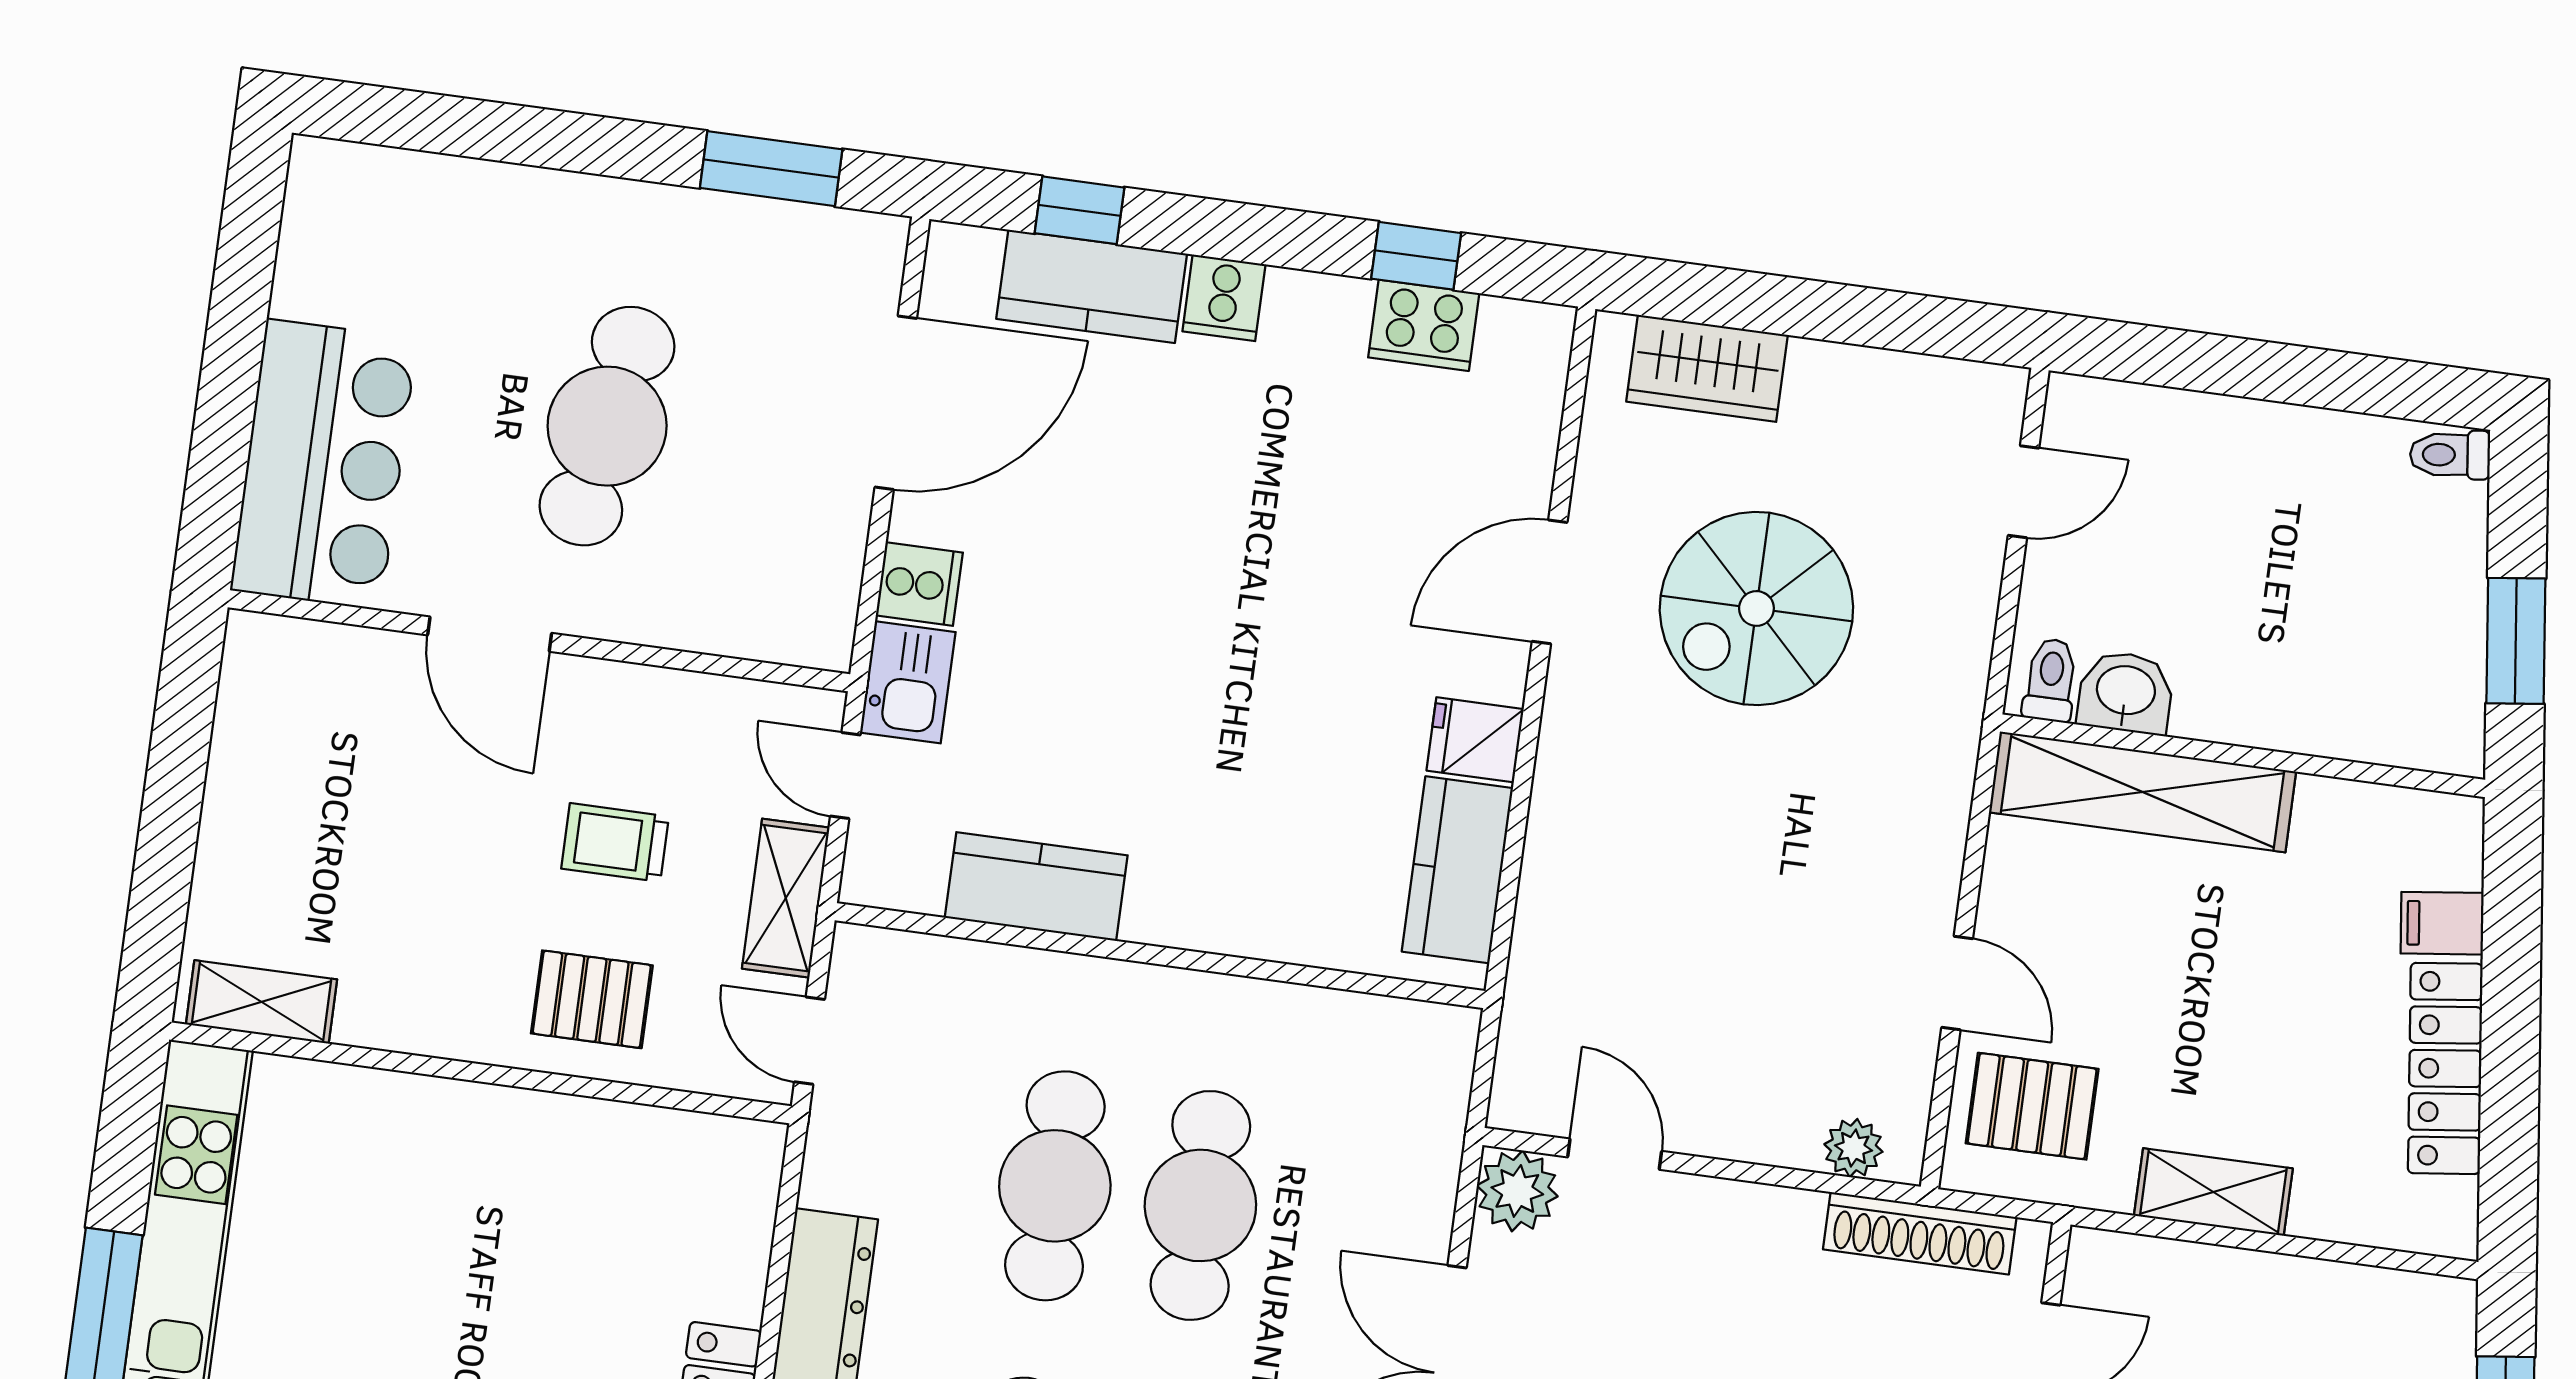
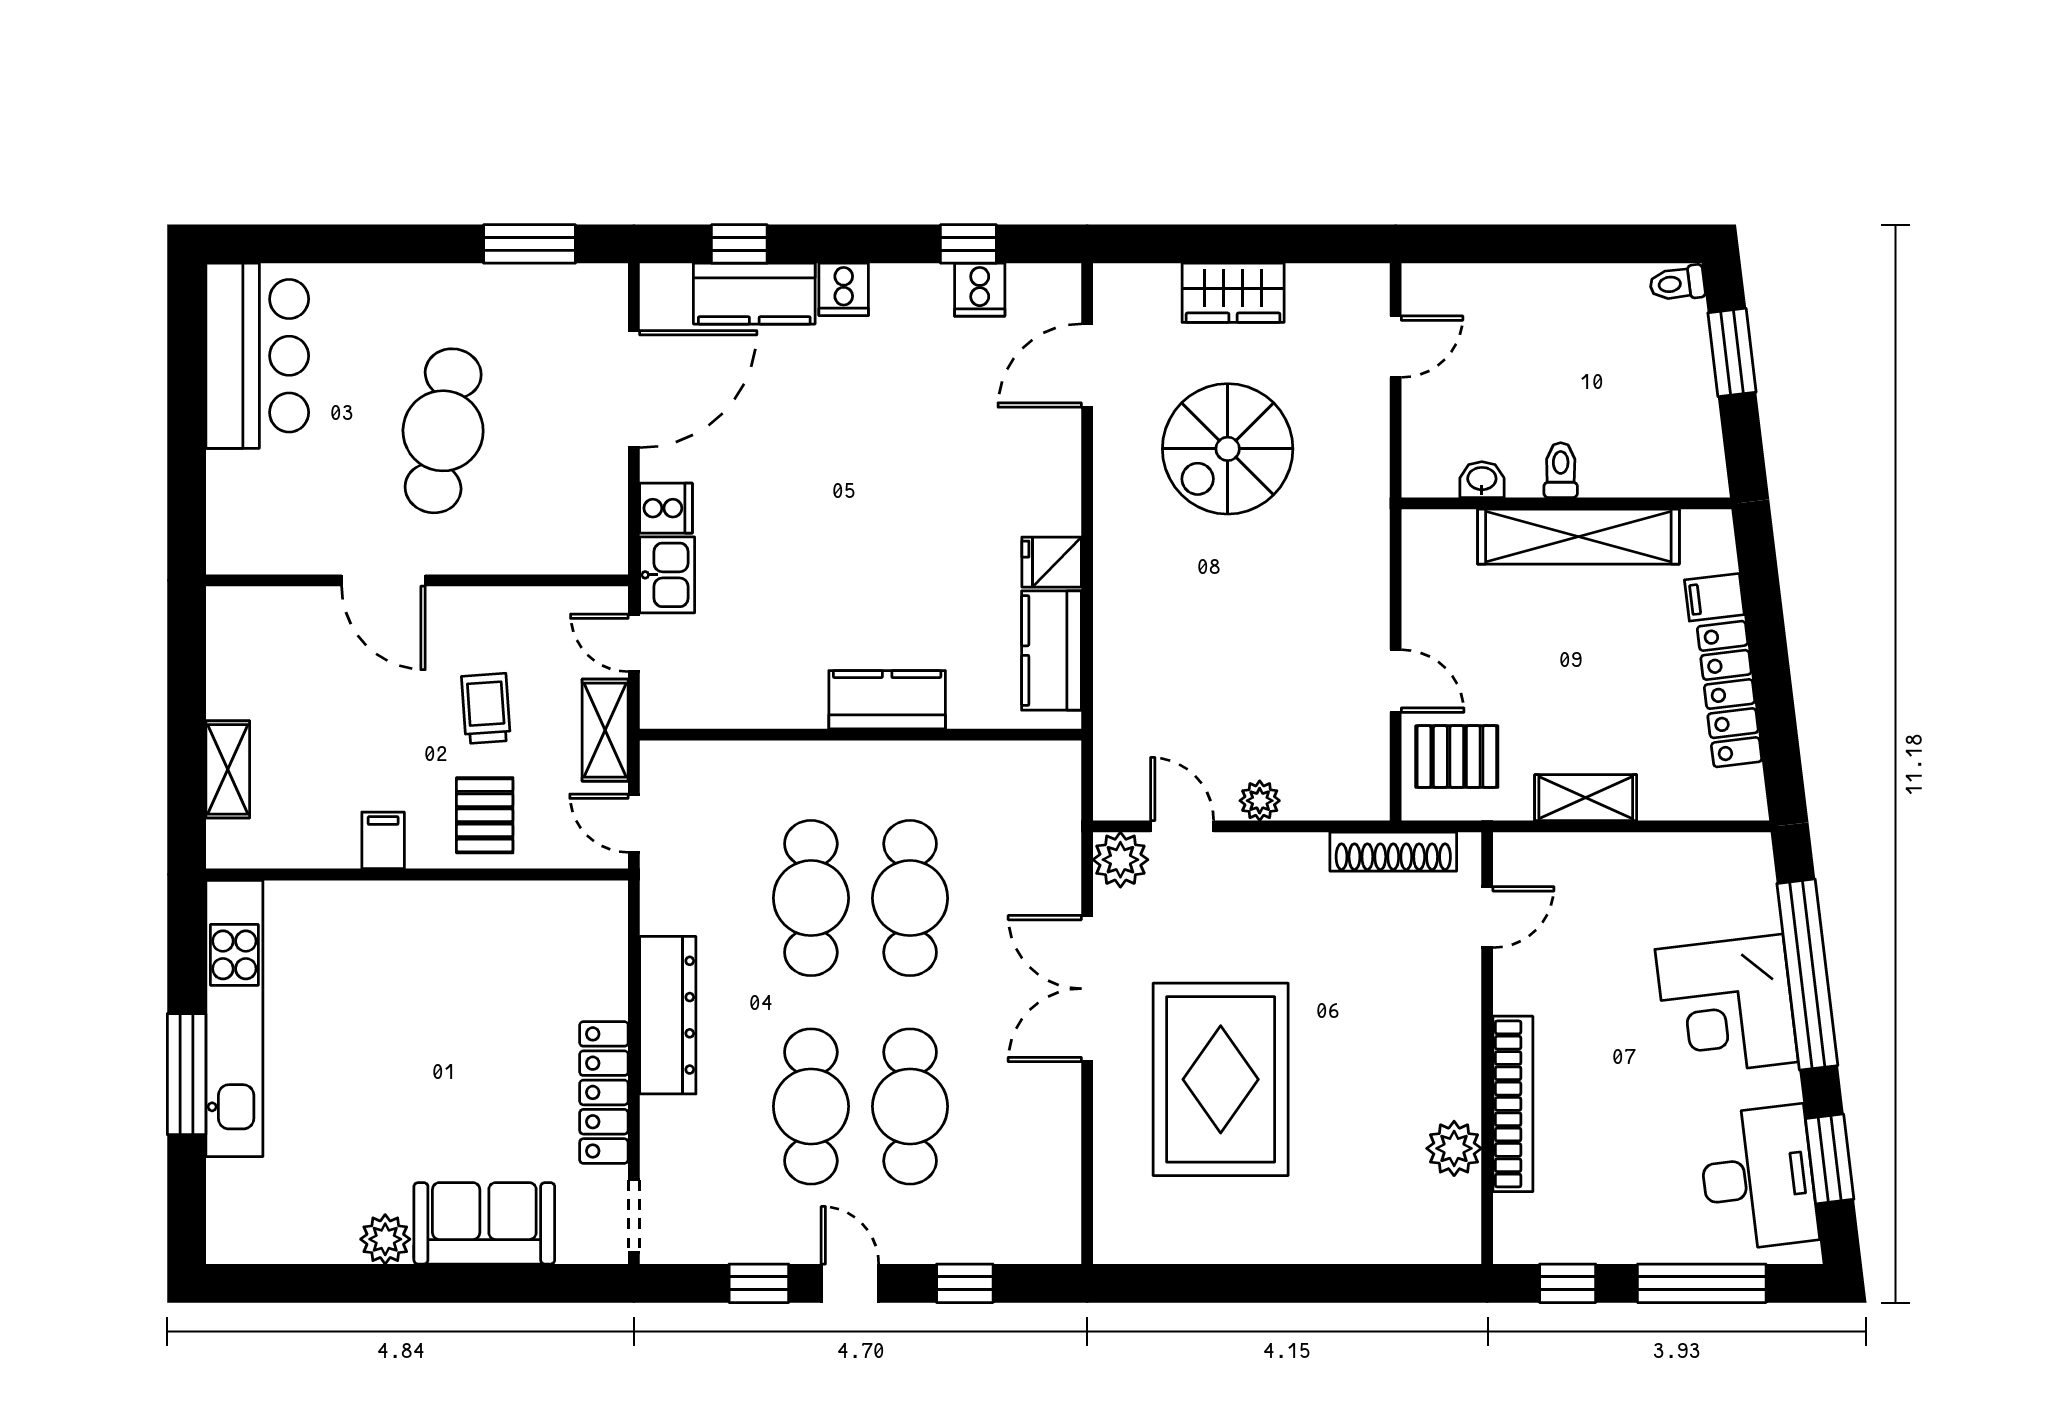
cooker: (1424, 325) -> (980, 290), width x0.73
wardrobe: (1707, 368) -> (1233, 293), moved
bar counter: (324, 465) -> (257, 356), moved
door: (1550, 582) -> (1087, 366), moved
window: (2516, 641) -> (1732, 352), moved
toilet: (2050, 680) -> (1561, 470), moved
washbasin: (2126, 692) -> (1482, 480), width x0.72, depth x0.69
shelving: (2143, 792) -> (1578, 537), moved
trolley: (615, 842) -> (486, 708), turned 86
kitchen counter: (1036, 887) -> (887, 700), moved
pallet: (592, 999) -> (485, 815), turned 90
shelving: (261, 1002) -> (228, 769), moved, turned 90
filing cabinet: (438, 1016) -> (383, 840), added
plant: (1853, 1148) -> (1260, 801), moved

